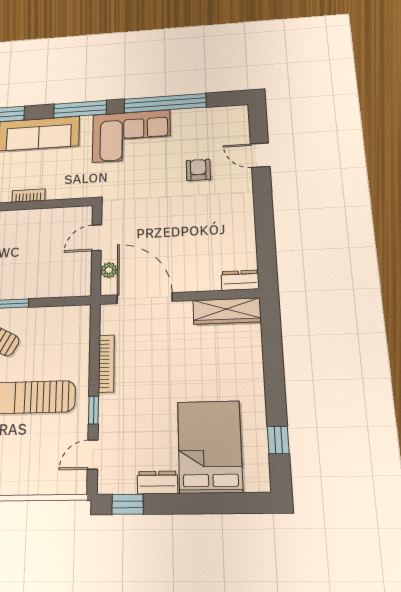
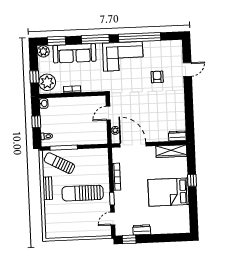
door: (260, 155) -> (187, 70), swing flipped
window: (278, 440) -> (192, 180), moved
bed: (210, 447) -> (168, 192), moved, turned -90

